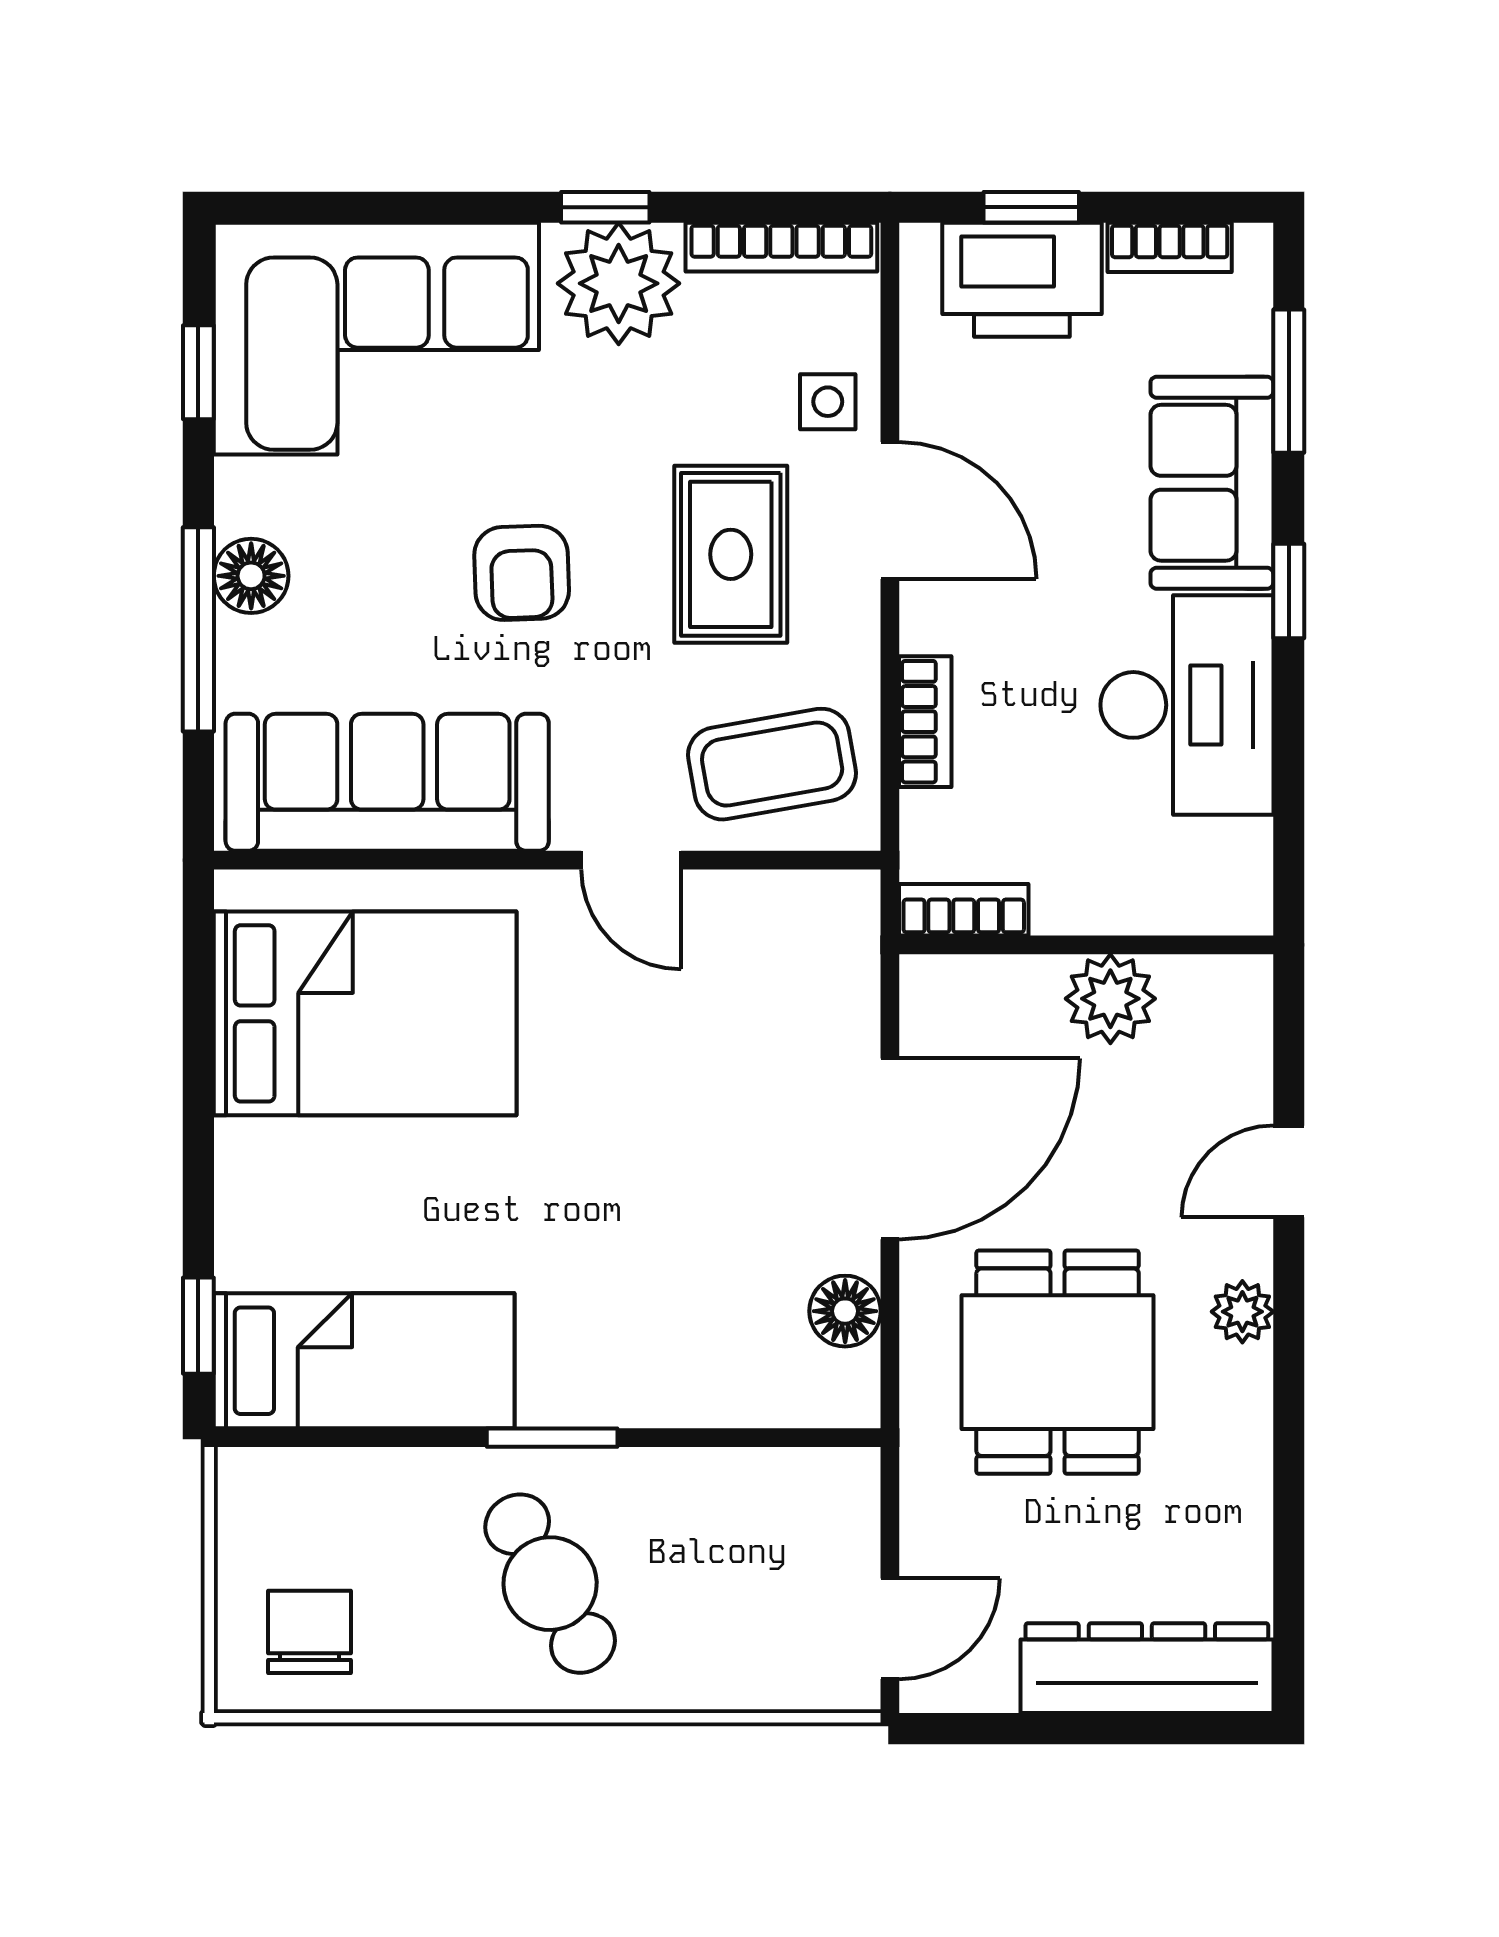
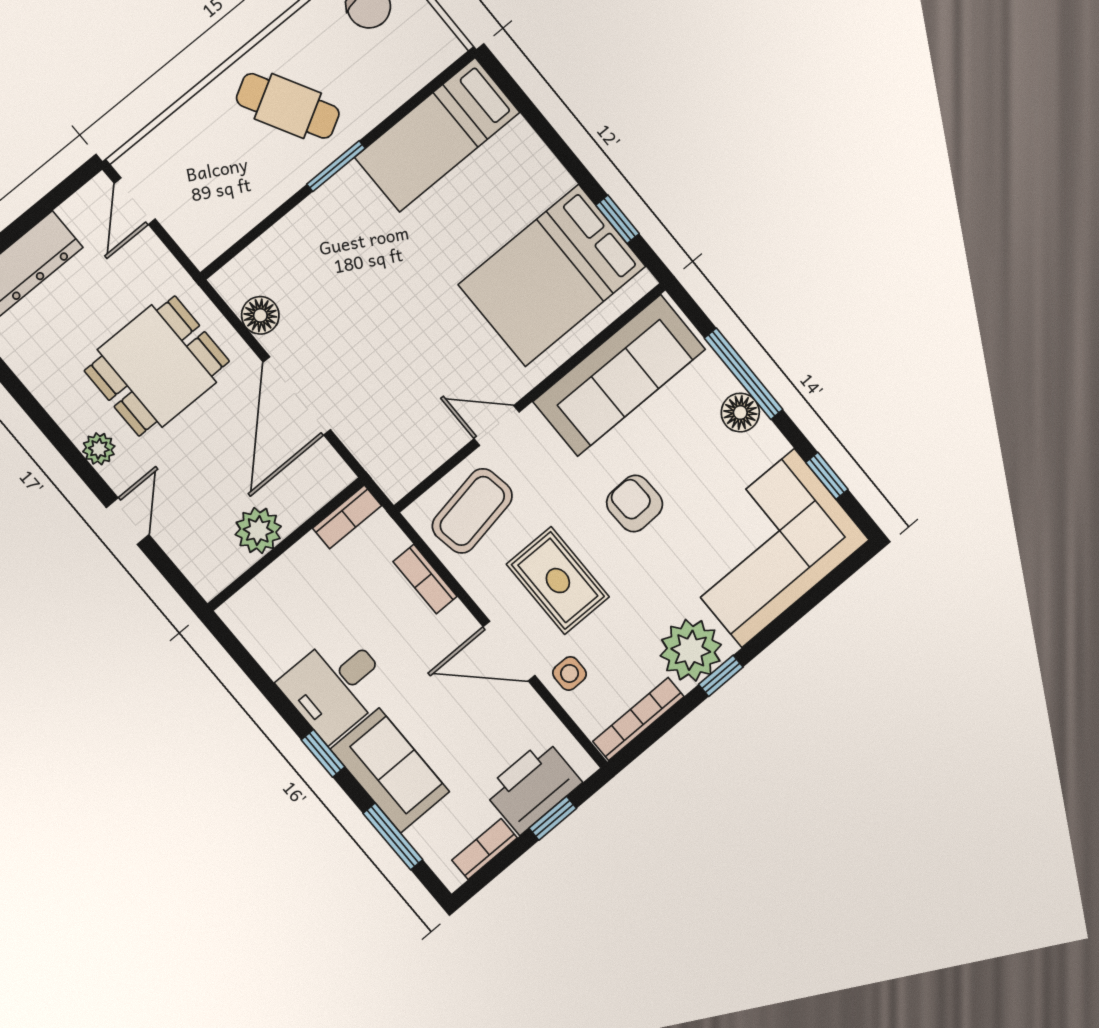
desk: (1187, 705) -> (336, 686), width x0.73
window: (198, 1326) -> (618, 219), moved
dining table: (1058, 1362) -> (157, 366), turned 90

